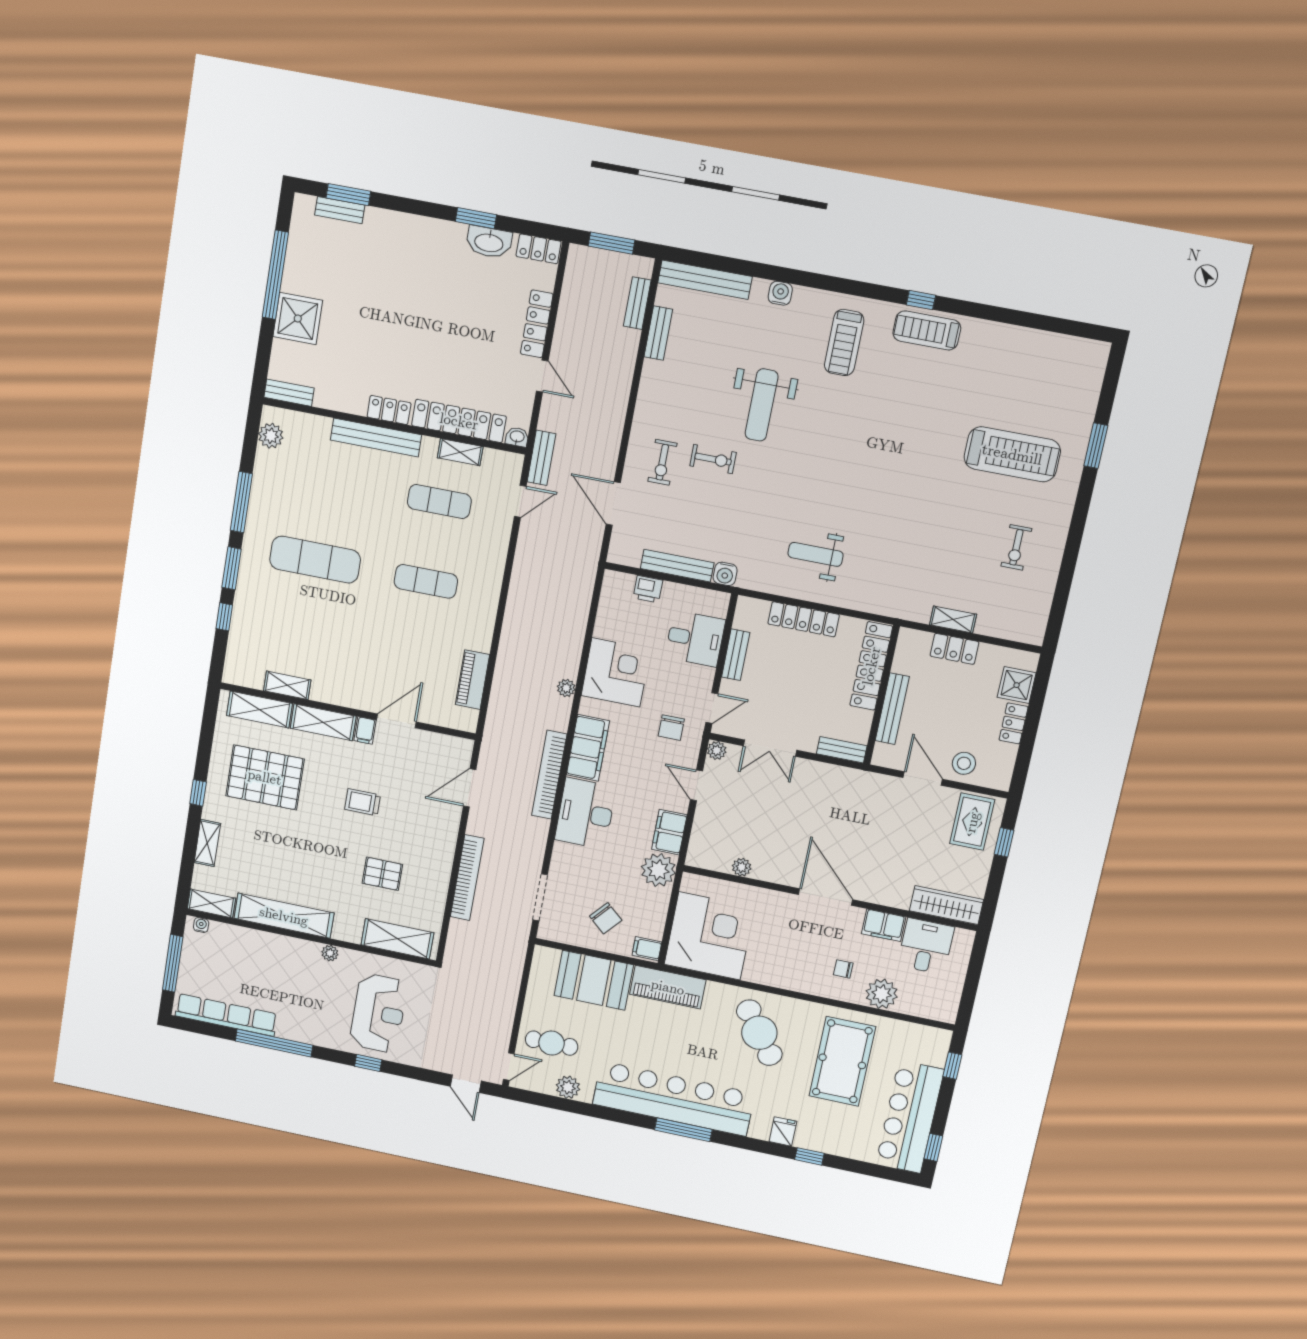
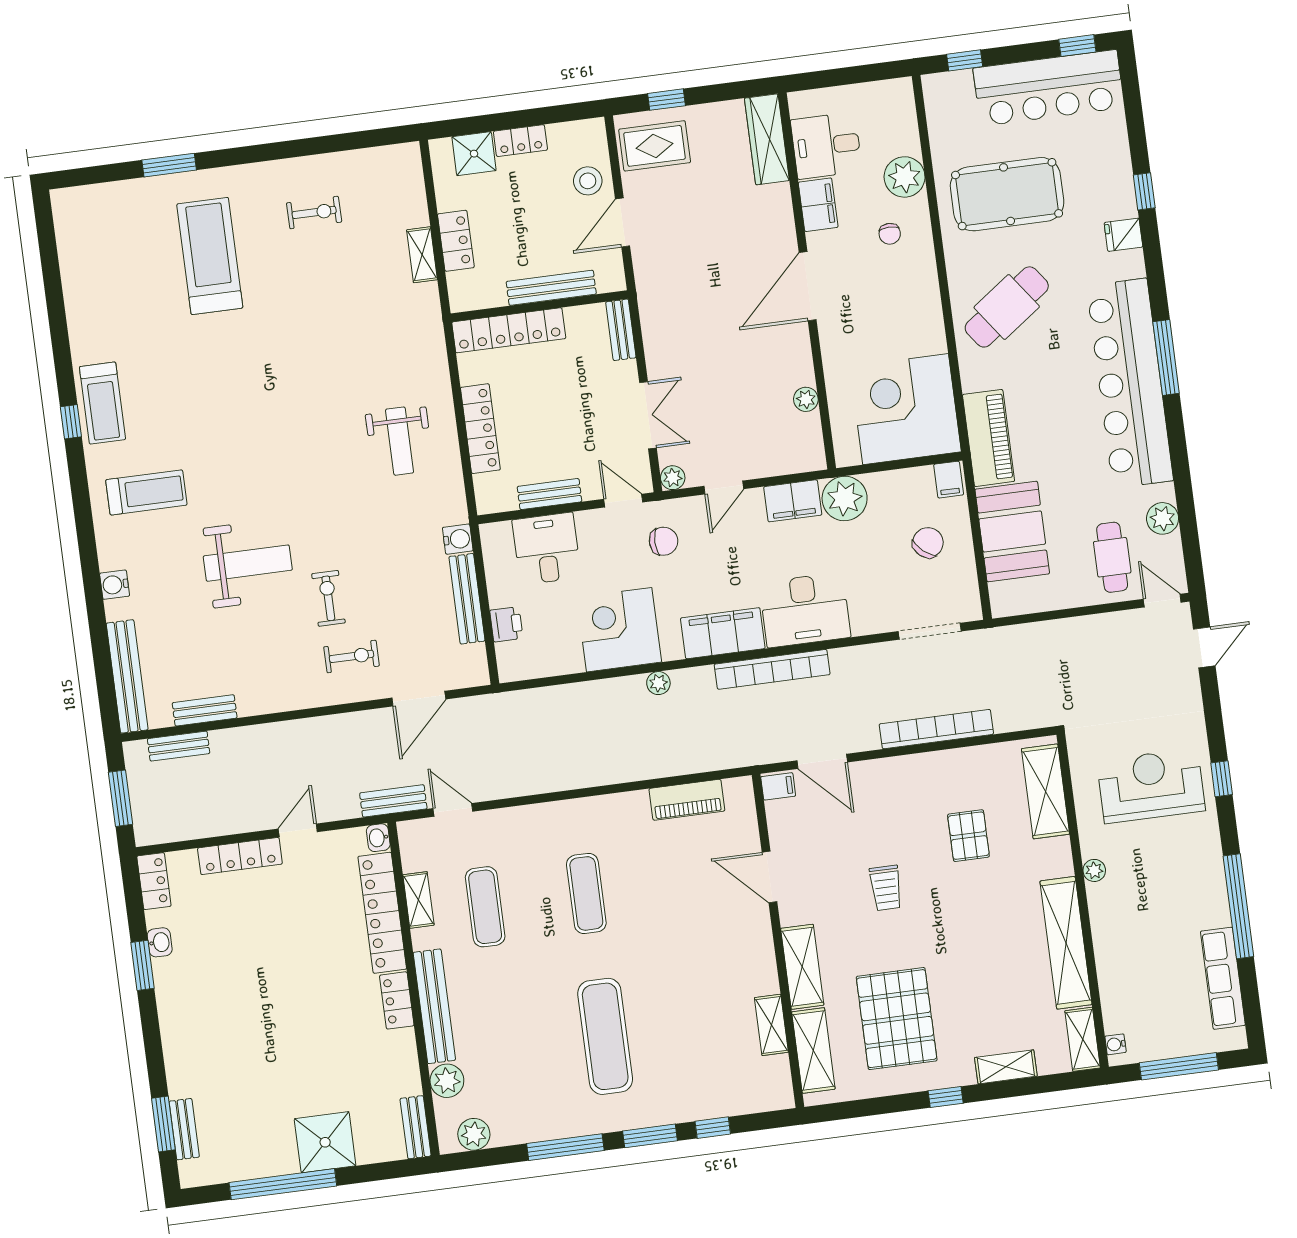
washbasin: (489, 242) -> (160, 942), width x0.52, depth x0.69
plant: (317, 428) -> (447, 1081), added
filing cabinet: (365, 730) -> (778, 786), moved
row of seats: (226, 1015) -> (1223, 978), width x0.73

